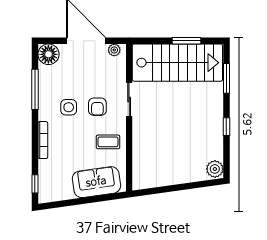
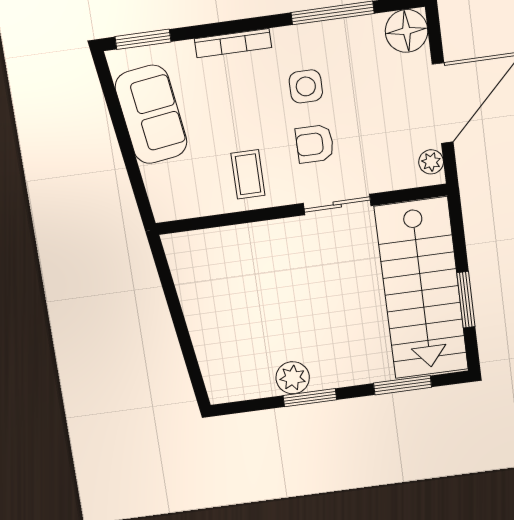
window: (226, 127) -> (310, 398), width x1.50
plant: (215, 169) -> (293, 378), moved
sofa: (96, 182) -> (151, 114), moved
window: (35, 184) -> (143, 39), width x1.50

